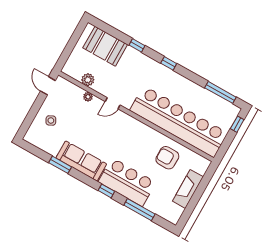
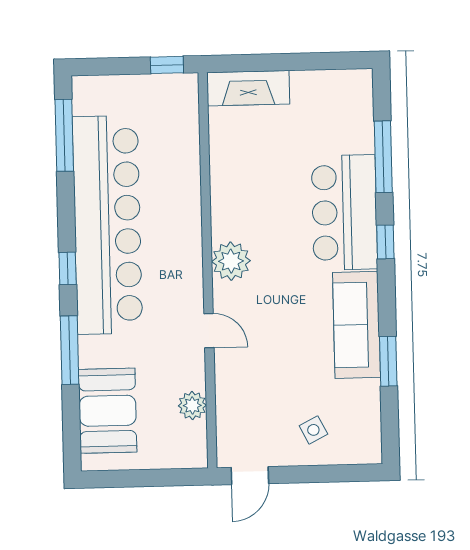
window: (137, 45) -> (70, 350), width x2.17
plant: (88, 97) -> (231, 261), moved, width x1.88, depth x1.88
bar counter: (179, 122) -> (107, 225), moved, turned 180
window: (237, 124) -> (167, 65), moved
armchair: (167, 158) -> (251, 163), removed
fireplace: (188, 189) -> (248, 88), moved

